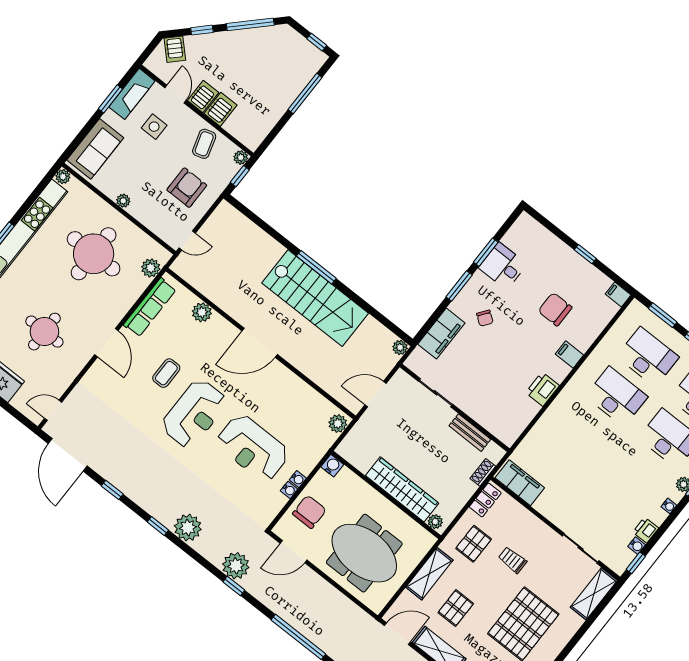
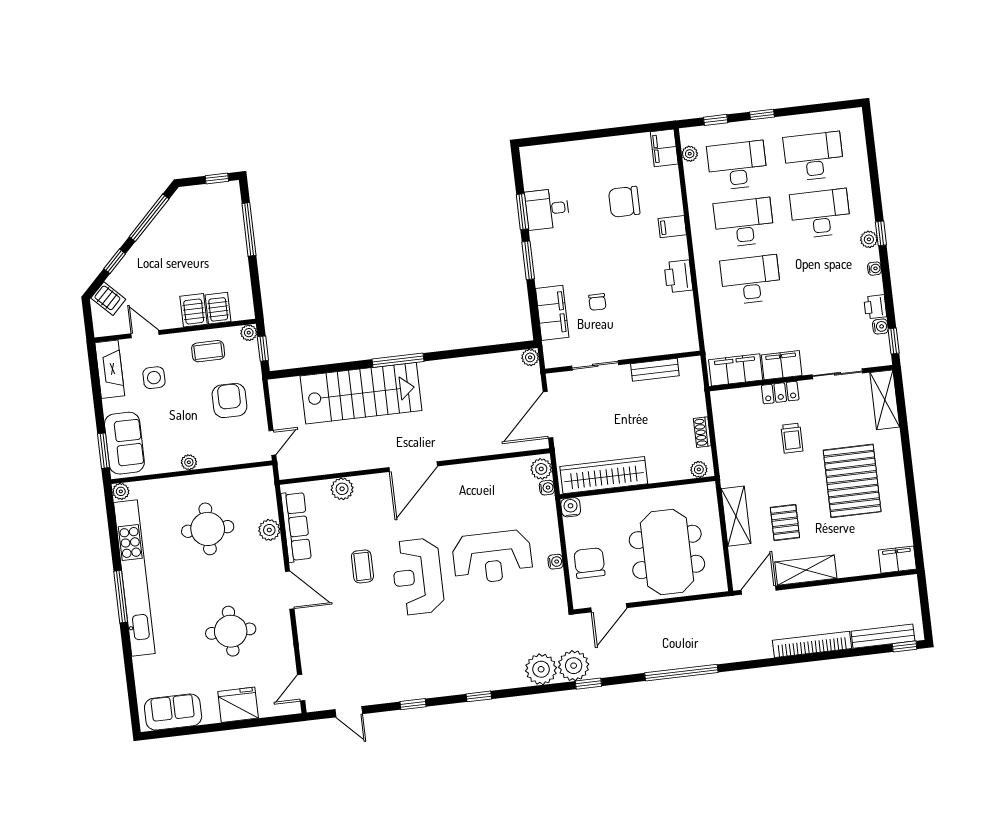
server rack: (203, 97) -> (218, 308), moved
window: (110, 99) -> (104, 451), moved
coffee table: (204, 144) -> (208, 351), turned -73
round table: (94, 254) -> (208, 529), width x0.73, depth x0.73
window: (585, 254) -> (604, 133), removed
plant: (151, 268) -> (269, 530), moved
filing cabinet: (618, 295) -> (664, 148), width x2.00
stairs: (315, 298) -> (361, 393), moved
window: (663, 315) -> (716, 120), width x0.67
chair: (485, 318) -> (597, 302), moved, turned 54
plant: (625, 320) -> (690, 154), added
door: (376, 394) -> (548, 415), width x1.36
reception desk: (194, 414) -> (418, 577), turned 180
desk: (585, 436) -> (751, 280), added
door: (68, 455) -> (349, 712), width x0.53
shoe rack: (483, 472) -> (702, 432), moved
water cooler: (298, 479) -> (547, 488), moved
wardrobe: (402, 489) -> (604, 475), moved
locker: (485, 500) -> (780, 393), moved, turned 90
filing cabinet: (551, 508) -> (782, 365), added
plant: (188, 528) -> (541, 669), moved
pallet: (474, 544) -> (747, 456), removed
meeting table: (364, 553) -> (667, 552), turned 90
trolley: (512, 560) -> (792, 438), turned -90

